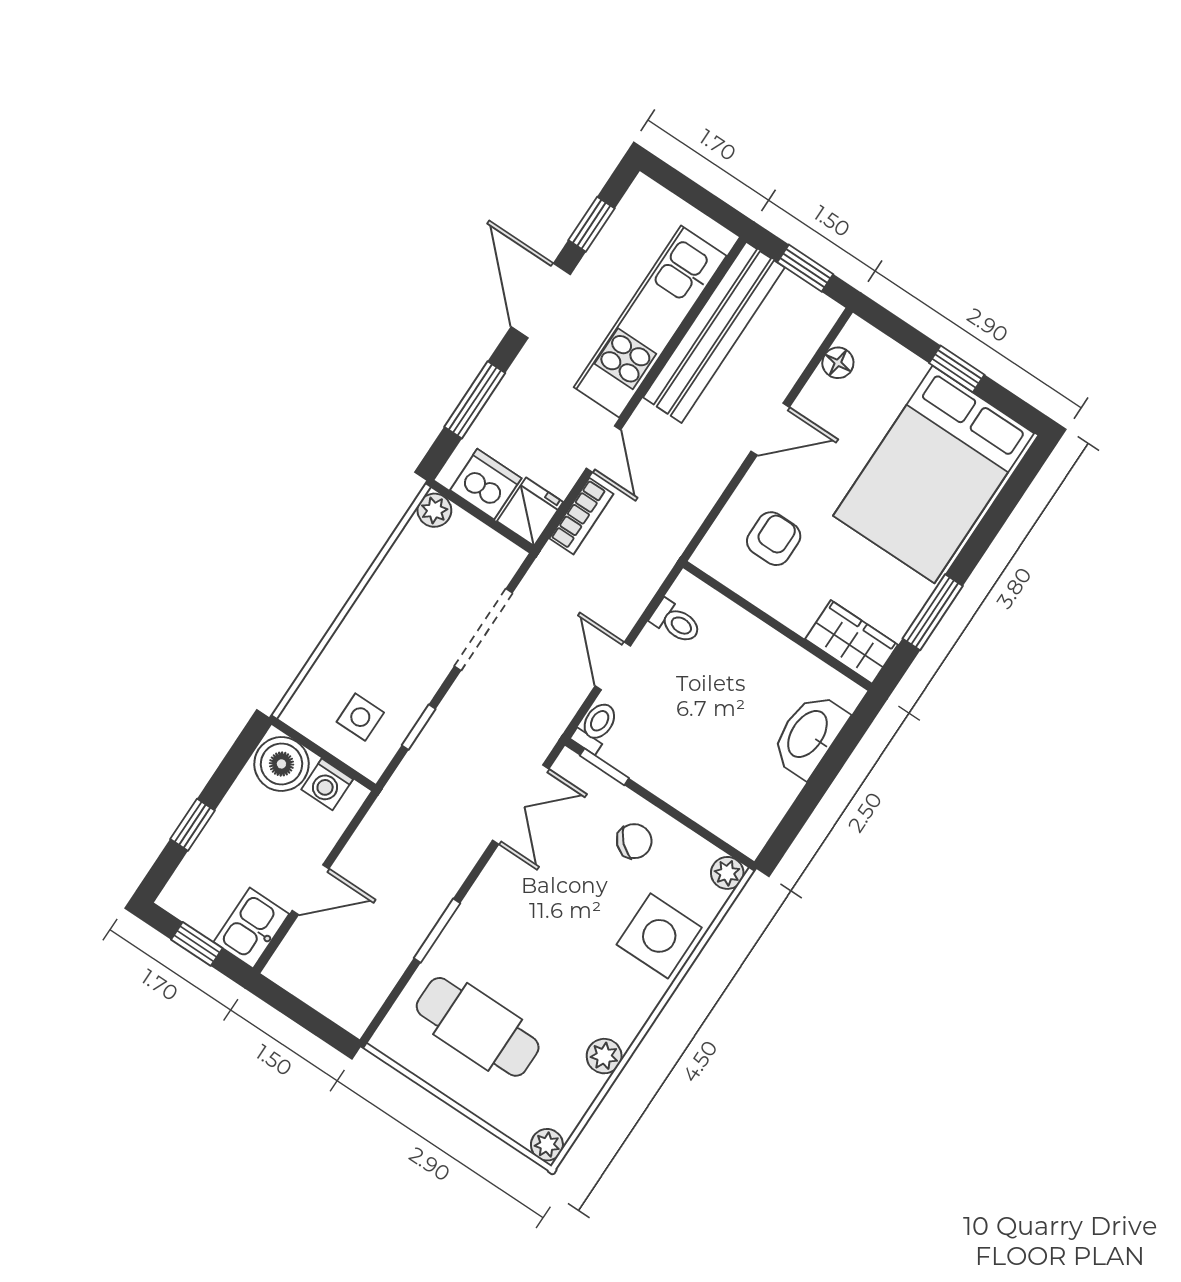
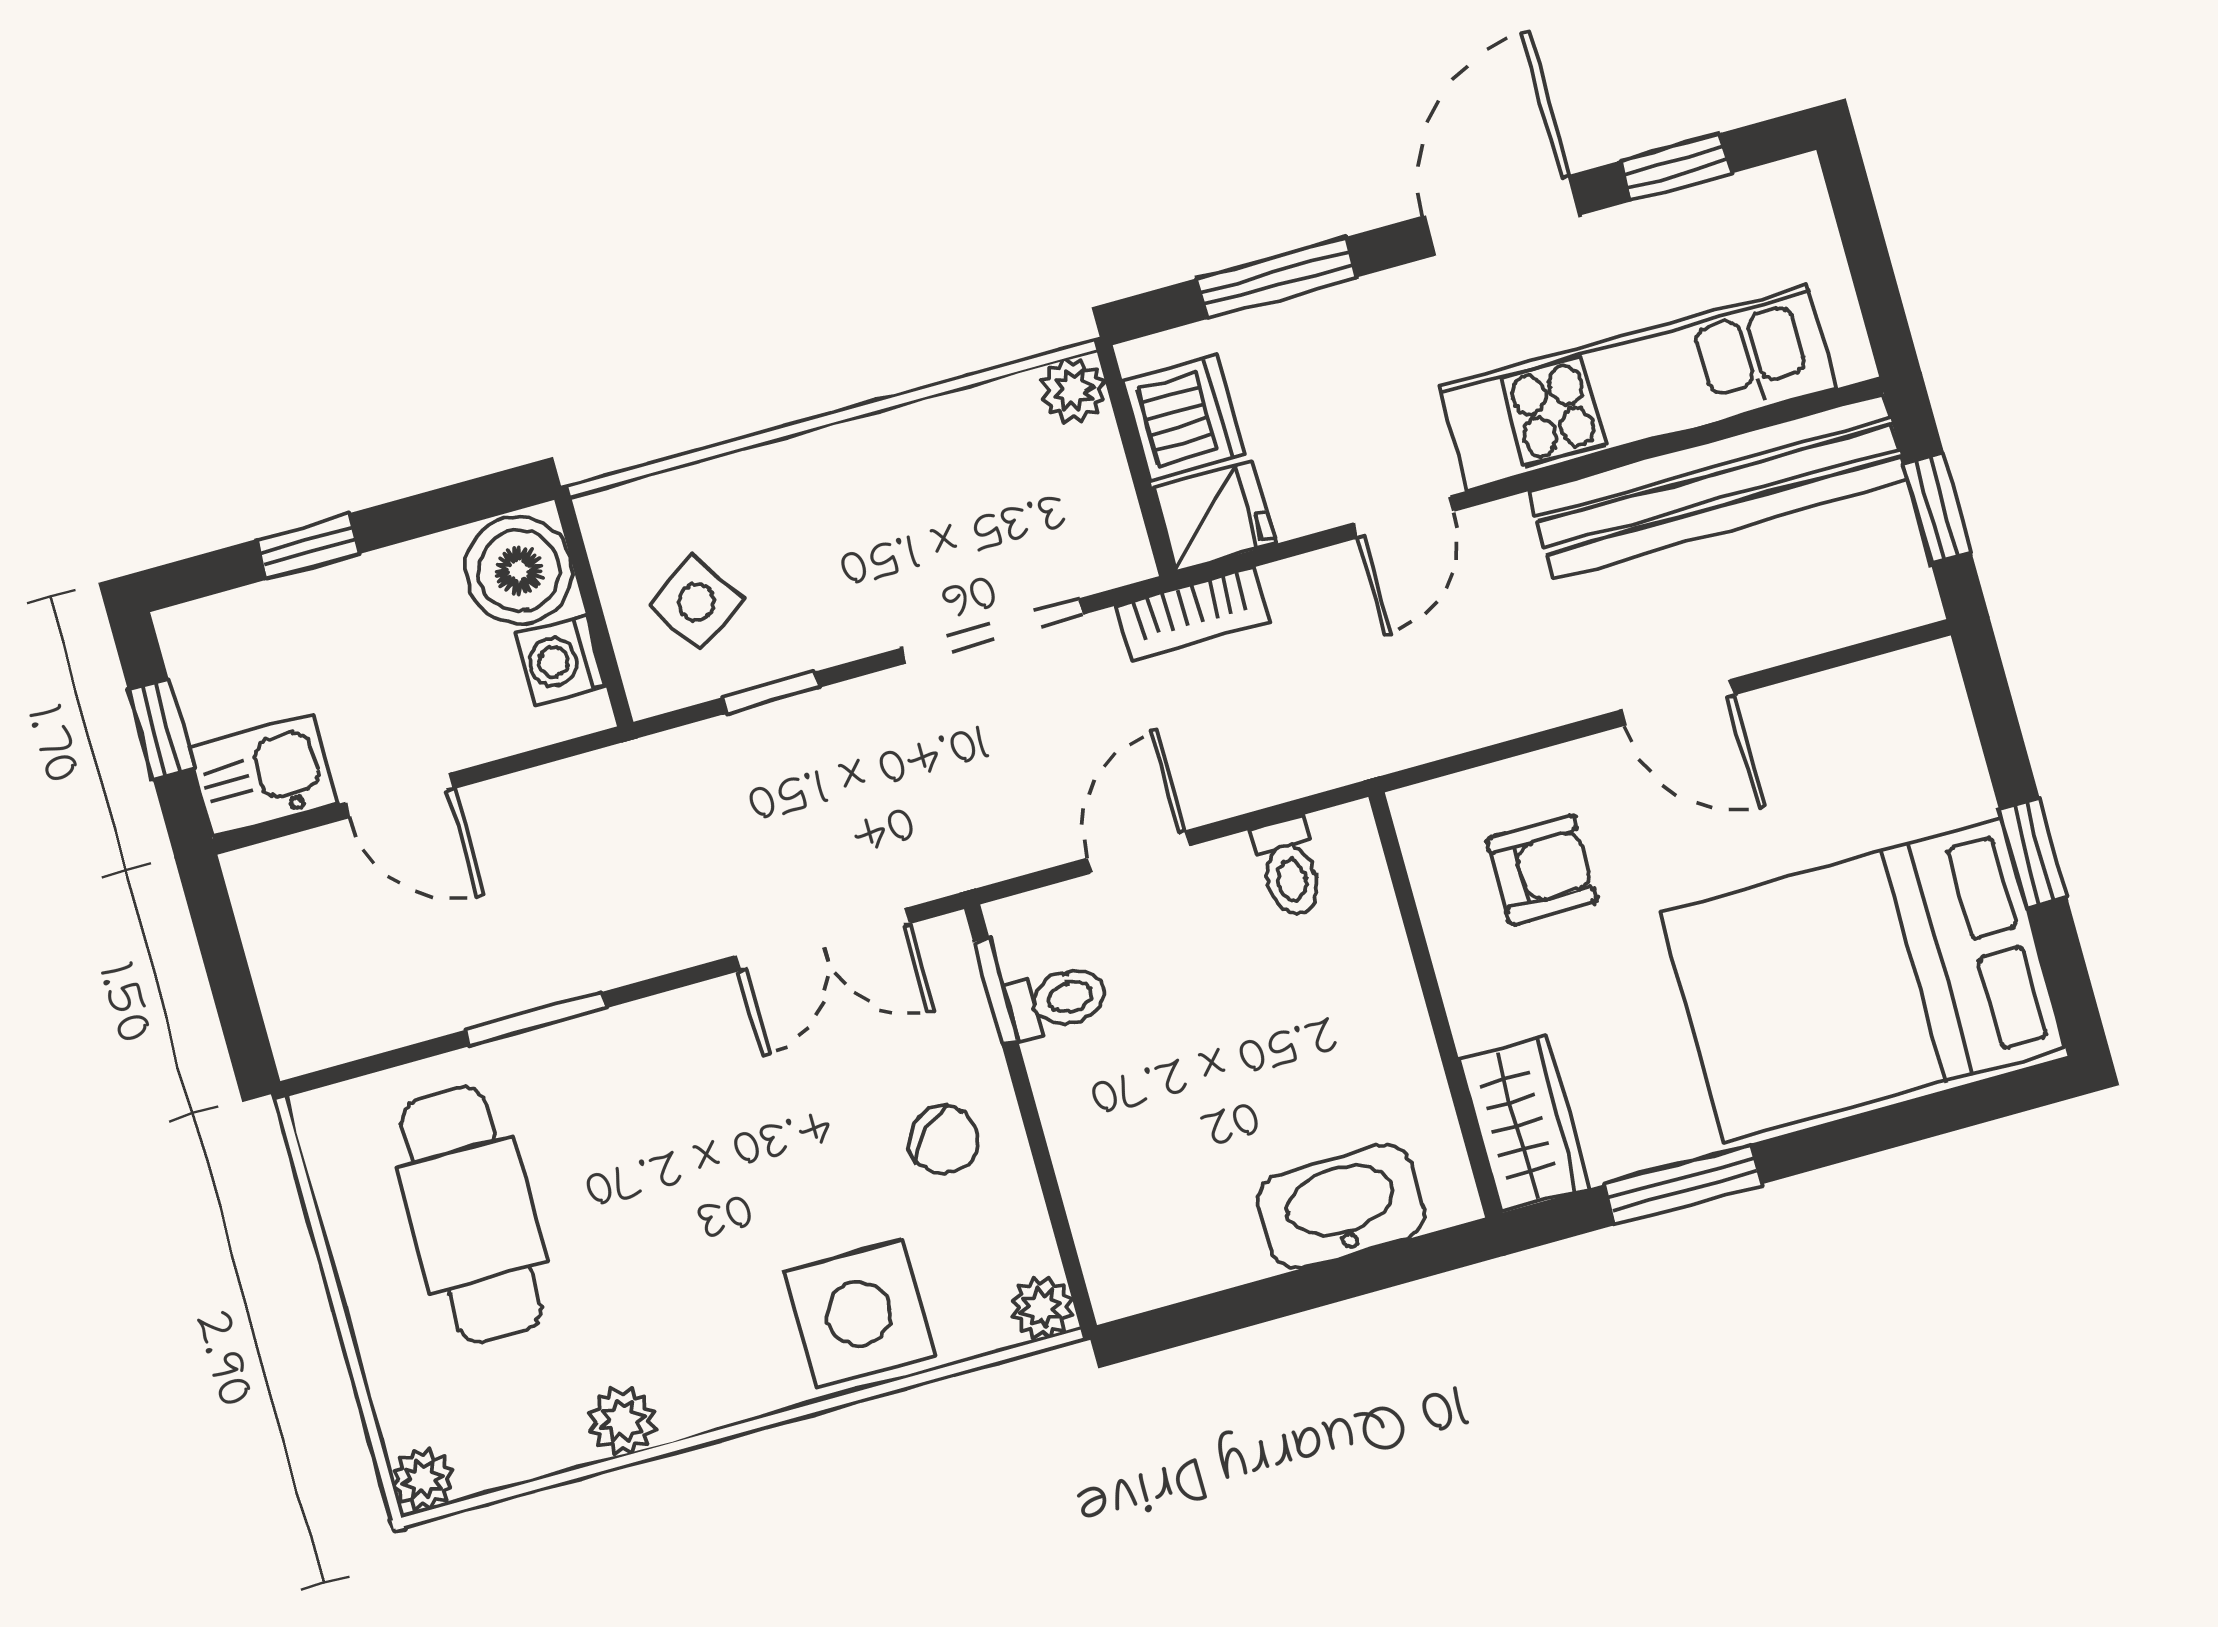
floor lamp: (838, 363) -> (1864, 691), removed
bookcase: (581, 516) -> (1193, 614), moved
side table: (360, 717) -> (696, 603), turned -34
toilet: (596, 727) -> (1057, 1001), moved

